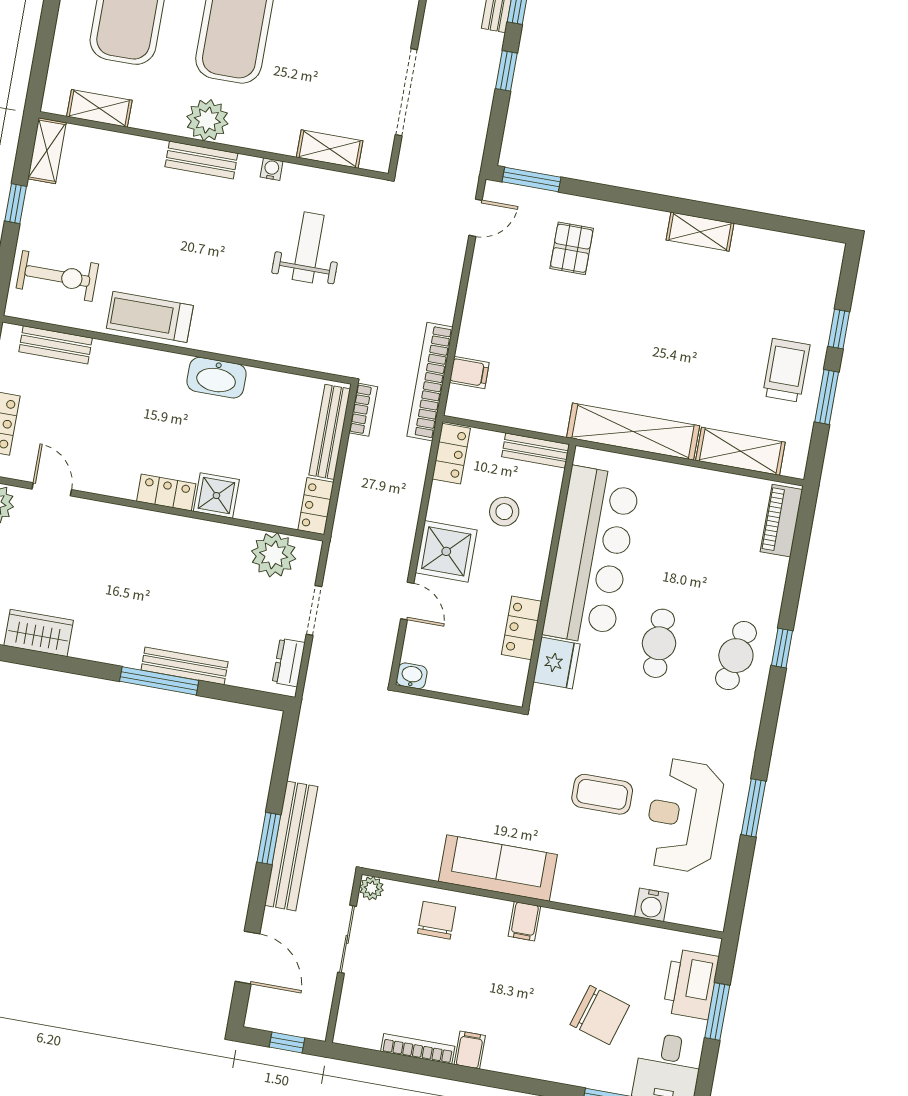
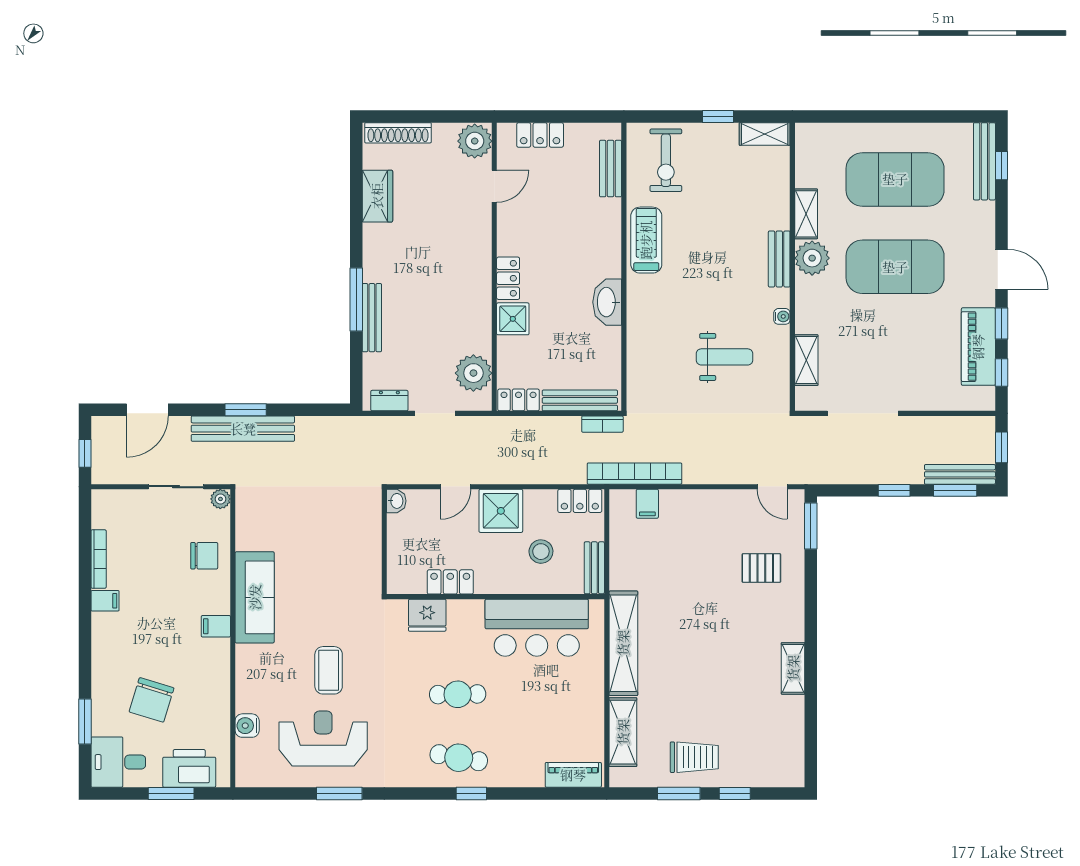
shelving: (99, 108) -> (806, 214), moved
bar counter: (591, 556) -> (537, 628), width x0.73

